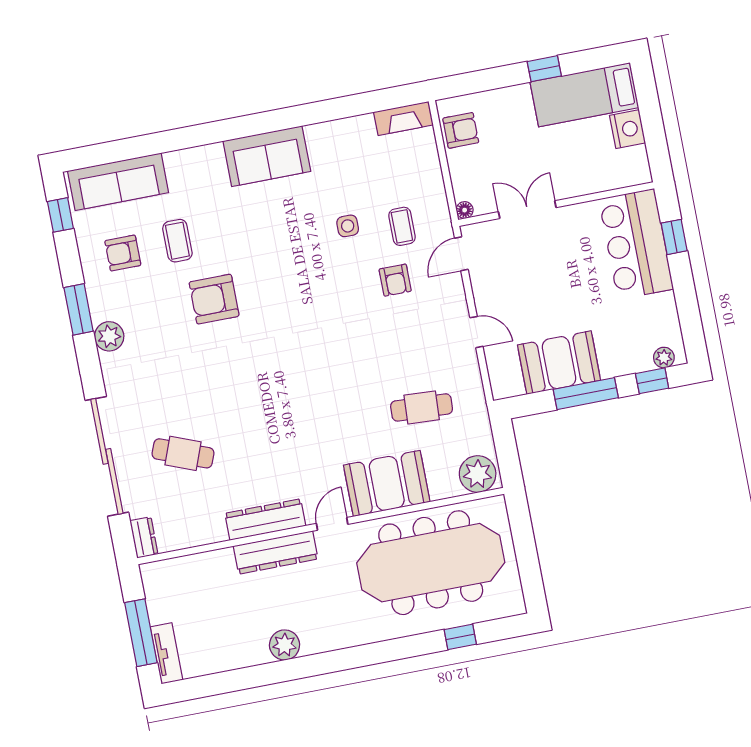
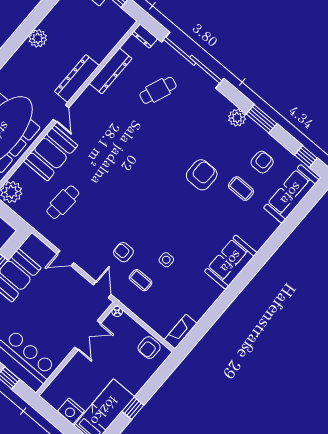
dresser: (265, 520) -> (111, 71), moved

